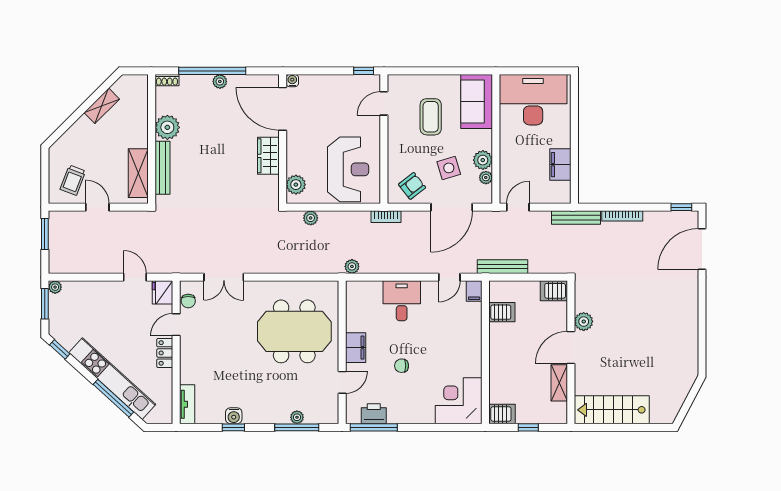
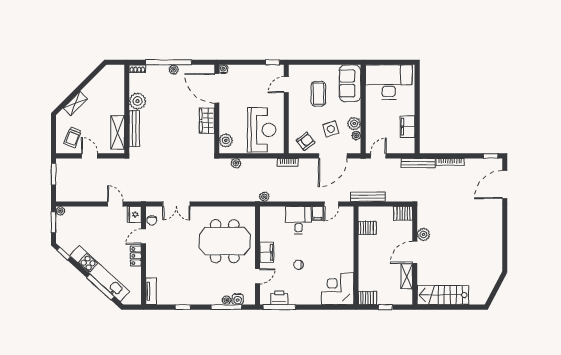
shelving: (102, 106) -> (75, 103), moved
filing cabinet: (474, 291) -> (318, 213), moved
water cooler: (234, 416) -> (238, 299), moved

